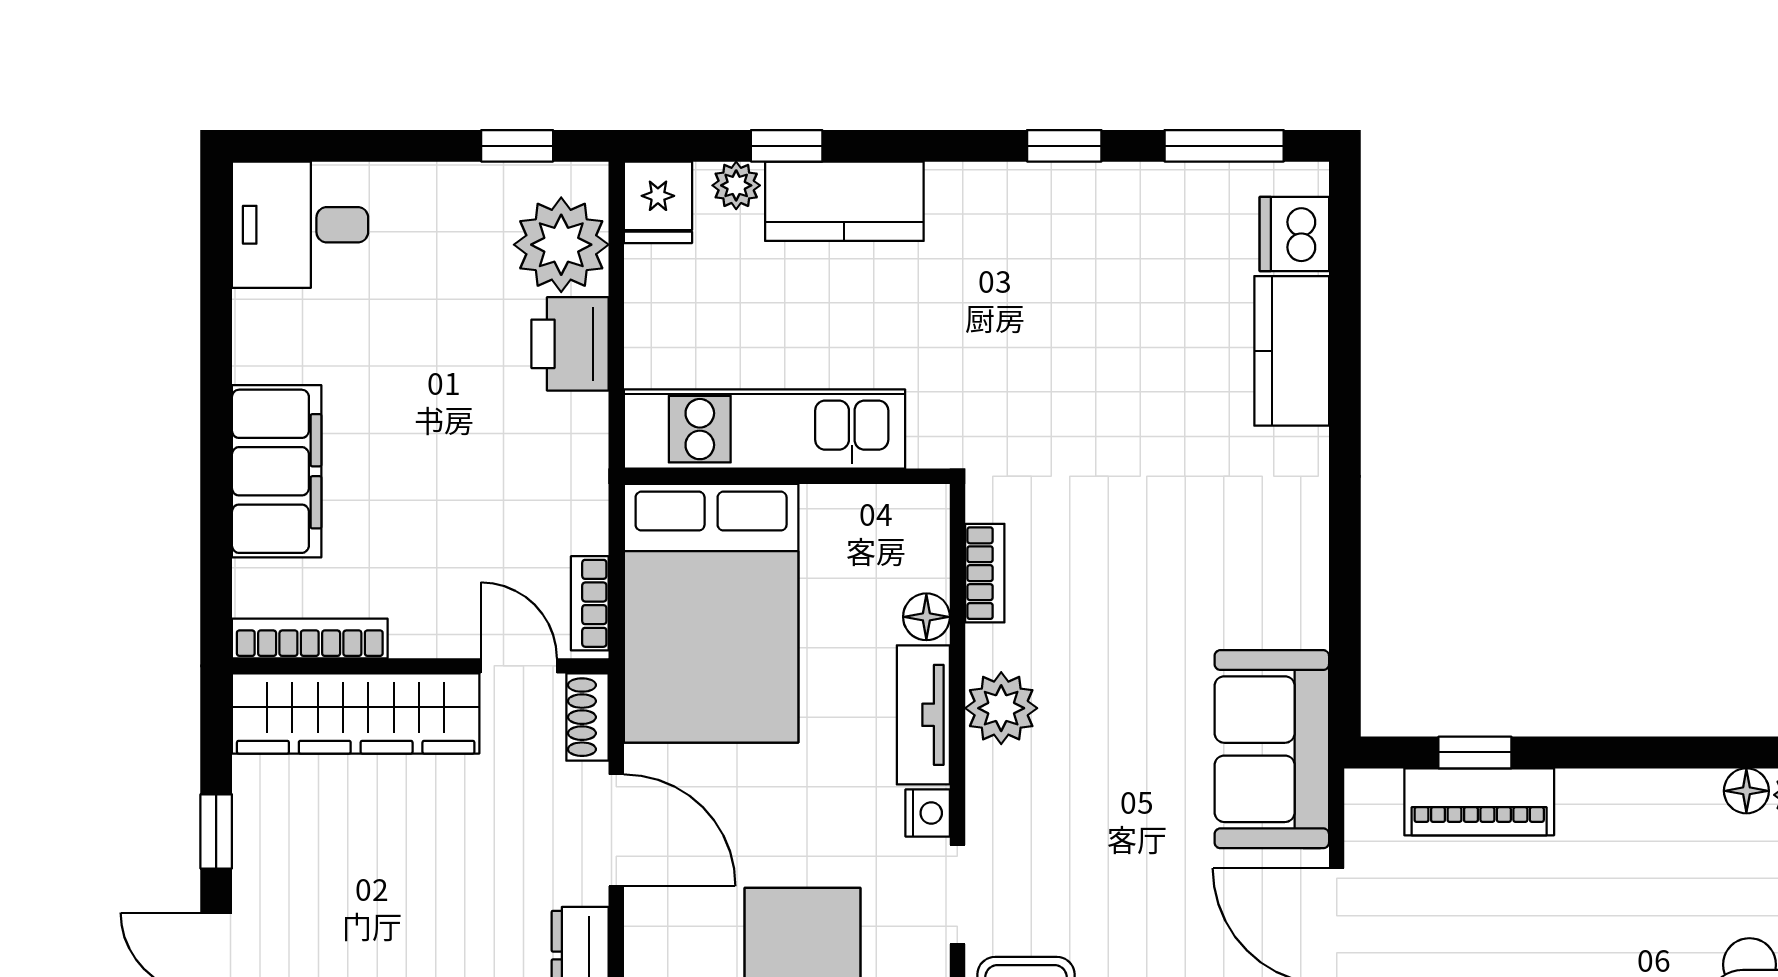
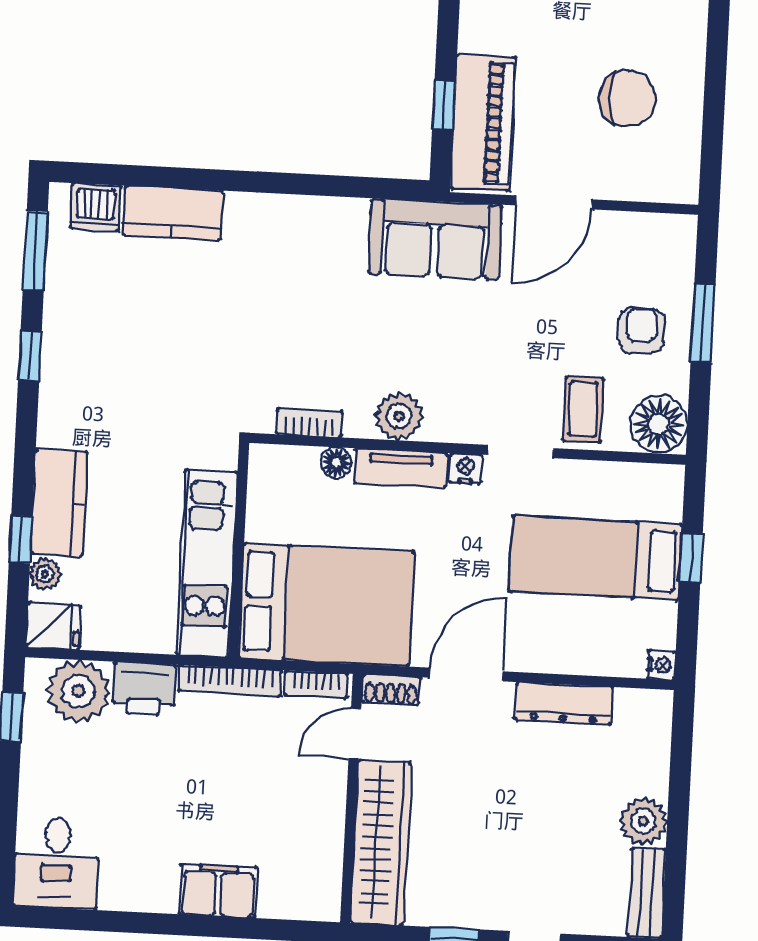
filing cabinet: (277, 471) -> (218, 891), width x0.67, depth x0.86
bookcase: (310, 638) -> (230, 681), moved, turned -90
piano: (1479, 802) -> (483, 123), width x1.37, depth x1.33

